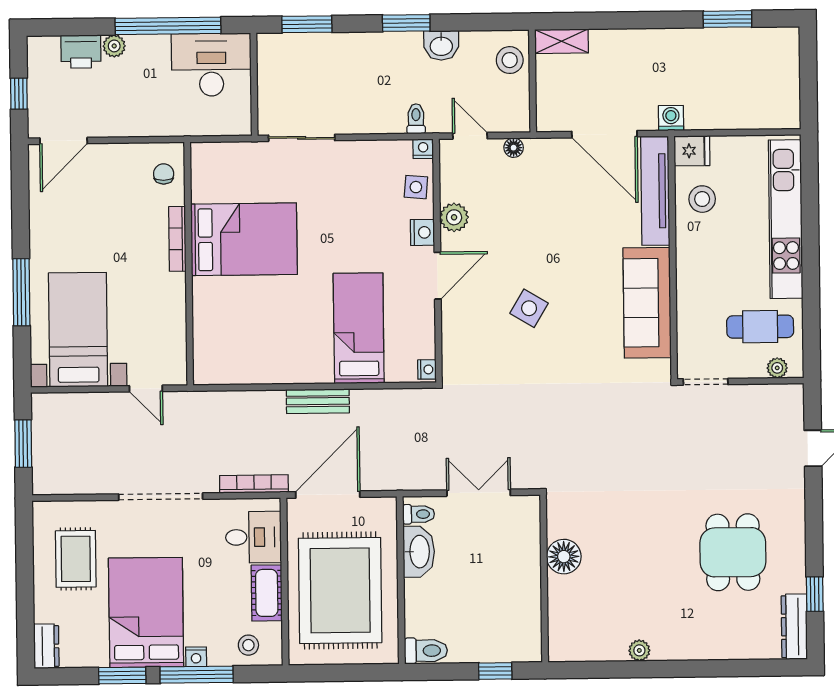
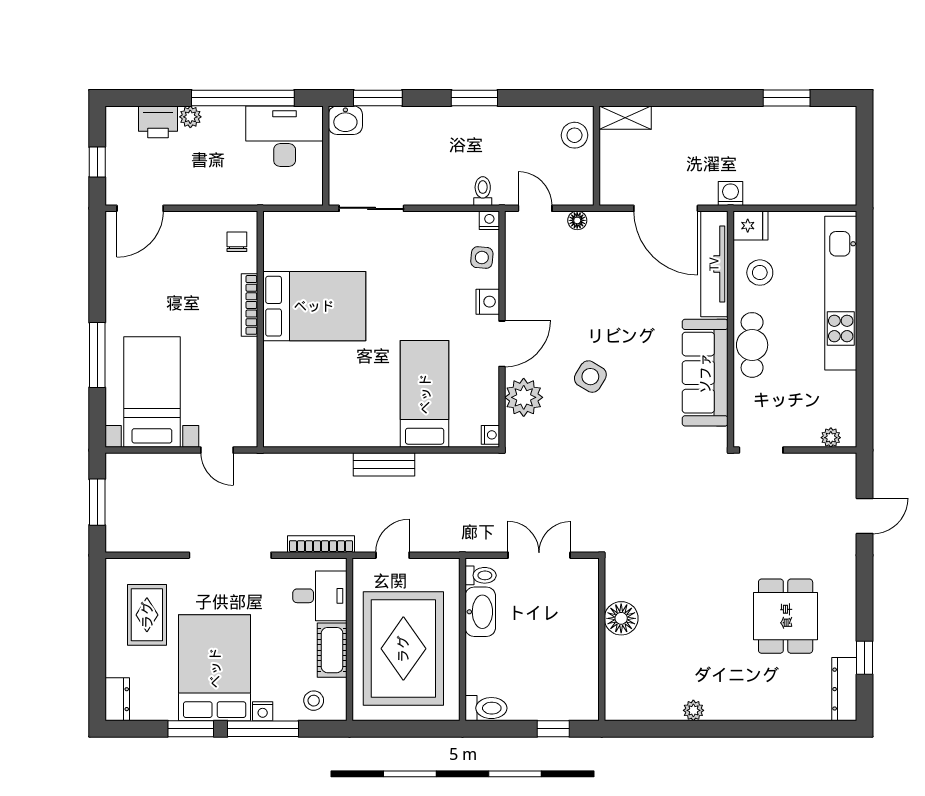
washbasin: (441, 45) -> (345, 120), moved
plant: (454, 217) -> (524, 397), moved, width x1.36, depth x1.36
cafe table: (760, 327) -> (752, 345), moved, turned 90
door: (328, 495) -> (393, 555), width x0.53

